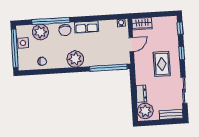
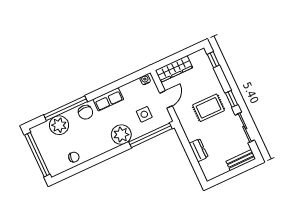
wardrobe: (142, 24) -> (174, 69), width x1.50
side table: (23, 43) -> (144, 114), moved
window: (182, 53) -> (231, 99), moved
plant: (75, 59) -> (121, 135), moved
rug: (162, 64) -> (209, 108), turned 90
plant: (145, 111) -> (211, 167), removed

